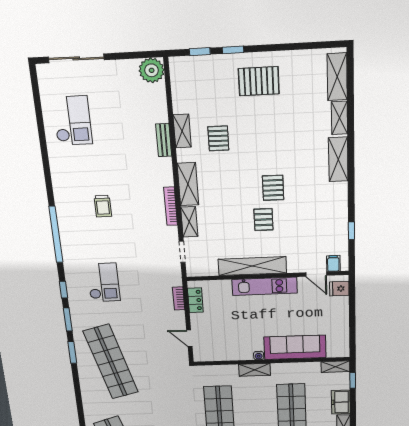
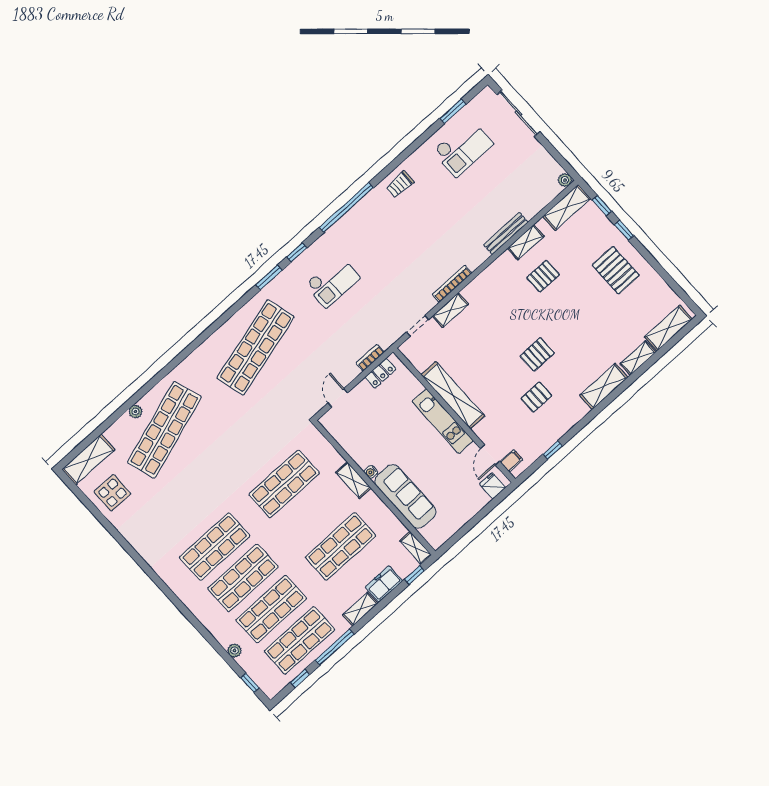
plant: (152, 70) -> (565, 180), width x0.53, depth x0.53
bench: (164, 140) -> (506, 233), width x1.36
shelving: (188, 184) -> (567, 208), moved
trolley: (103, 206) -> (400, 185), moved
pallet: (263, 220) -> (536, 397), moved
window: (72, 352) -> (453, 111), moved

